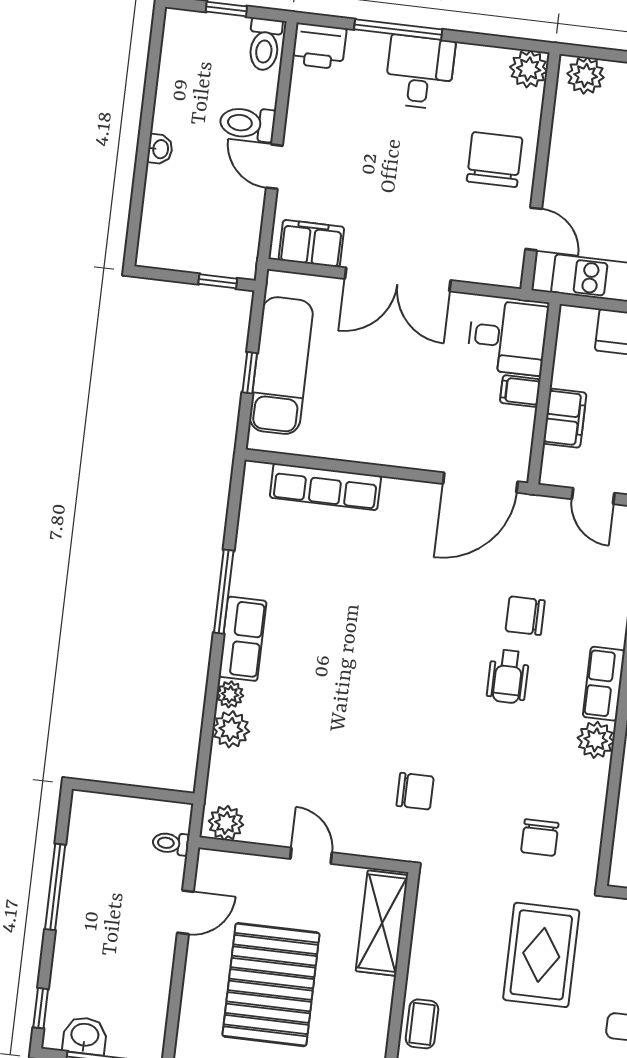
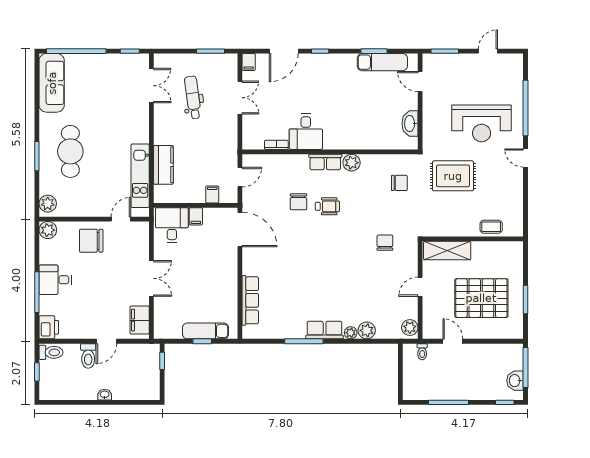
double door: (398, 279) -> (151, 278), width x0.73
exam couch: (281, 366) -> (206, 331), width x0.73, depth x0.69
filing cabinet: (565, 418) -> (212, 194), width x0.50

